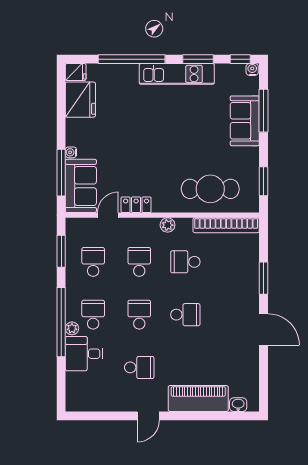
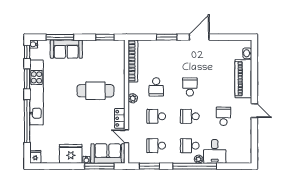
kitchen unit: (177, 74) -> (36, 92), width x1.36
fridge: (80, 100) -> (71, 154), moved
cafe table: (210, 189) -> (95, 91), moved, turned 90

